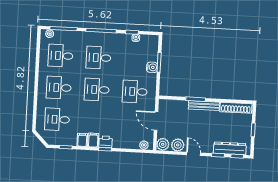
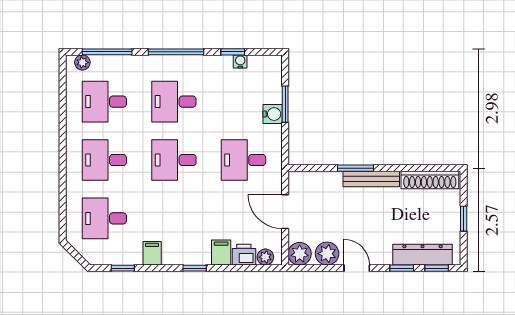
filing cabinet: (93, 140) -> (221, 253), moved
printer: (106, 142) -> (244, 255), moved

